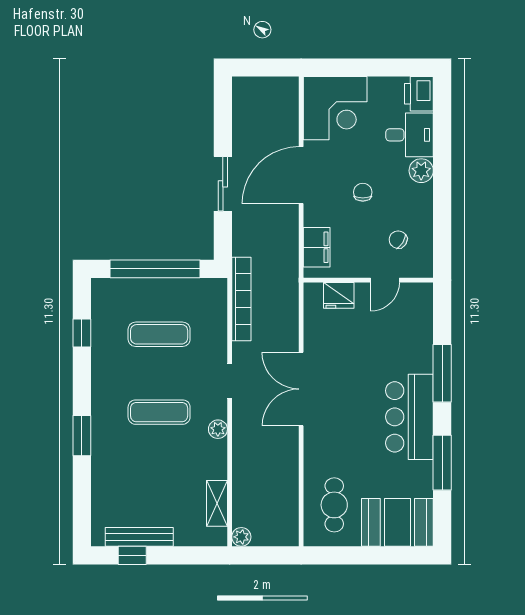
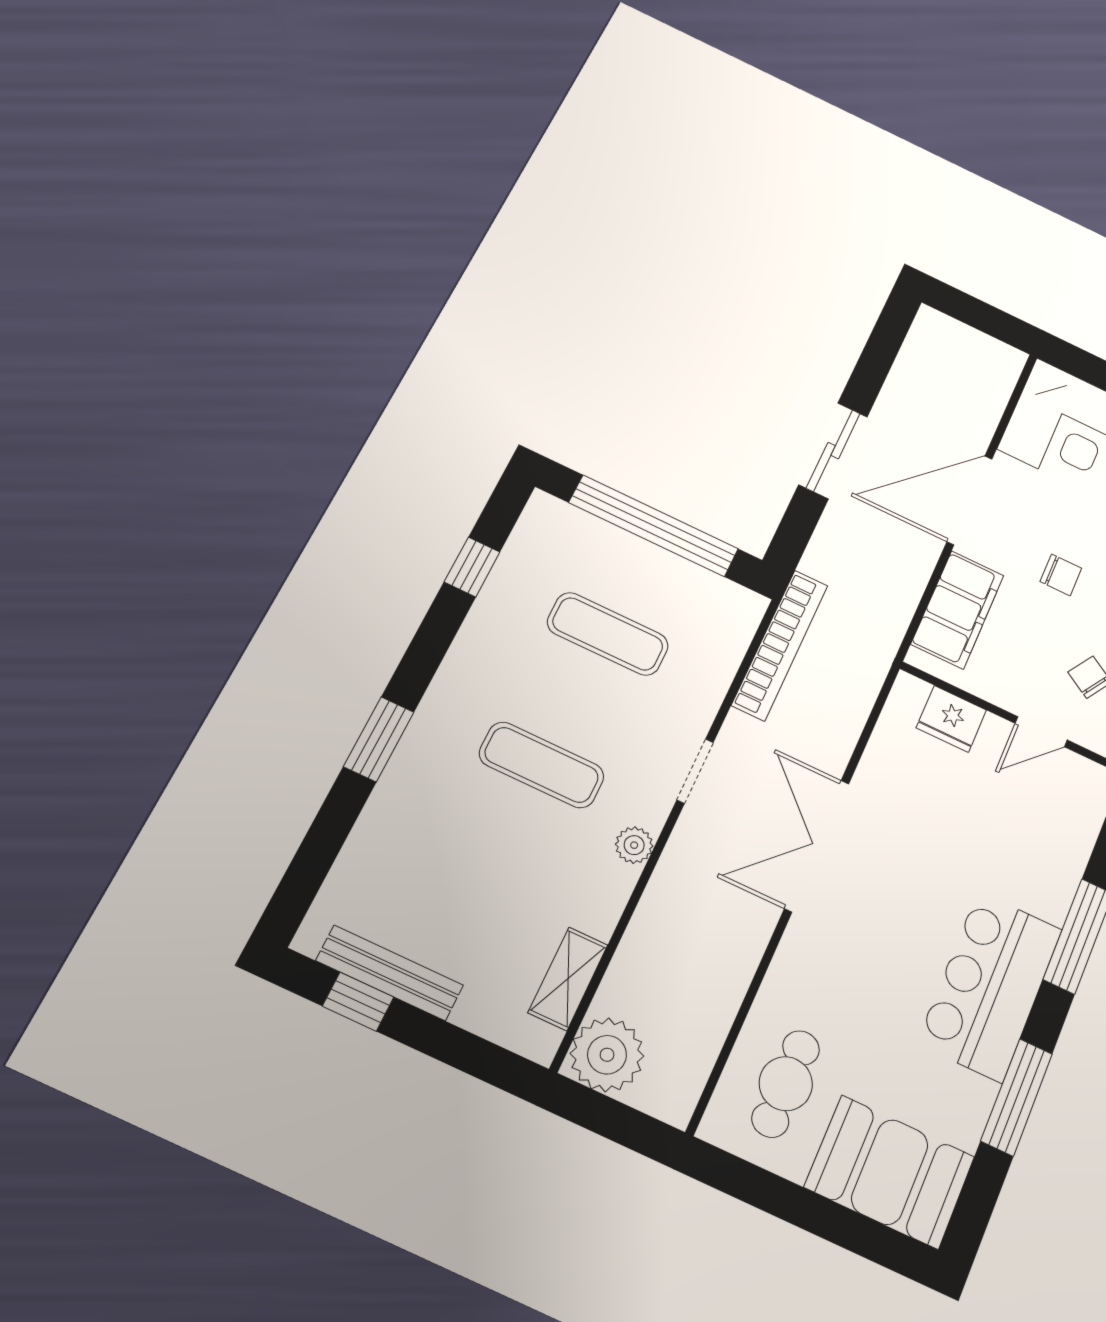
chair: (363, 192) -> (1061, 575), turned 90
filing cabinet: (317, 247) -> (957, 610), width x1.50, depth x1.17
plant: (241, 537) -> (607, 1055), width x1.87, depth x1.87

